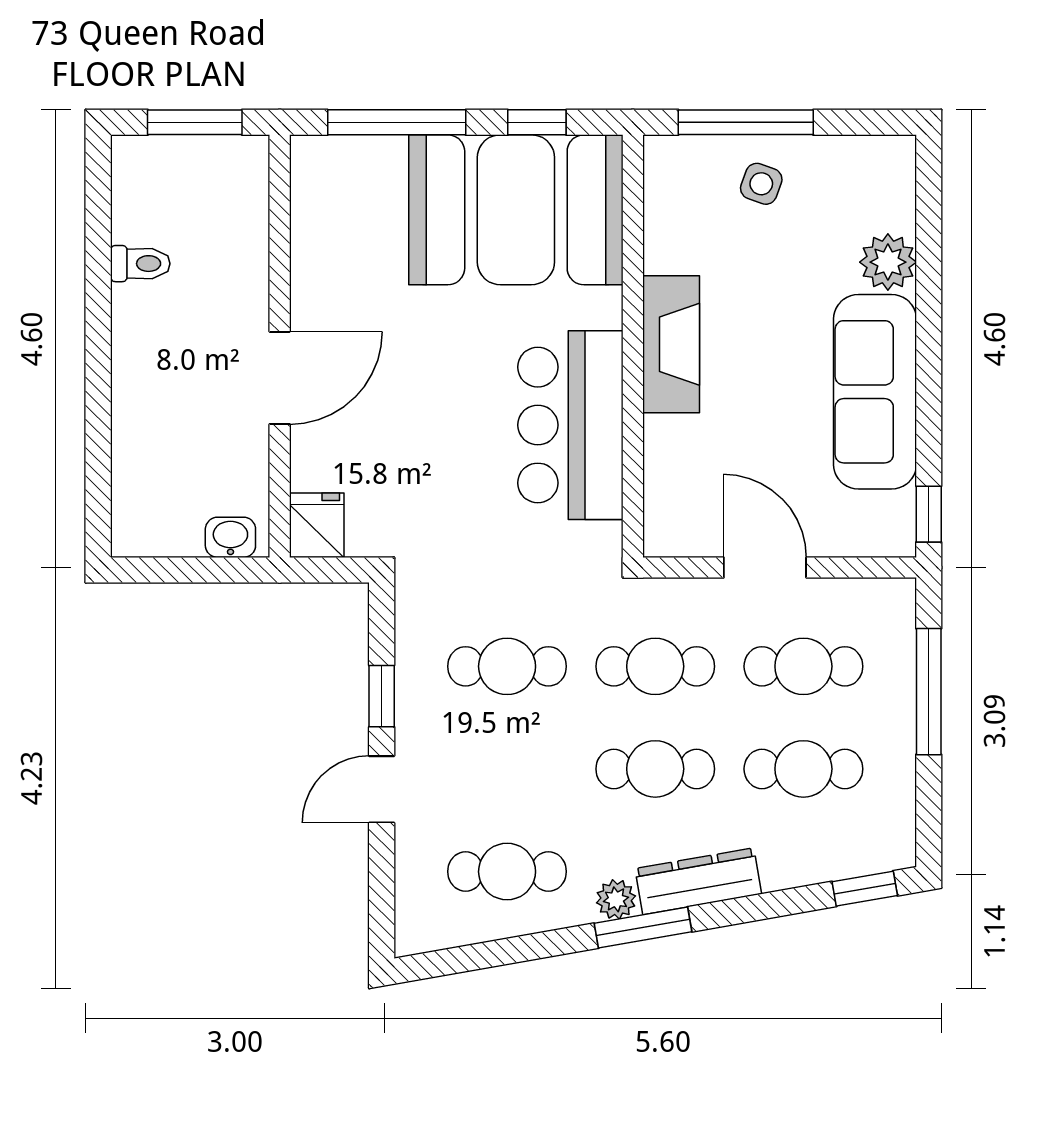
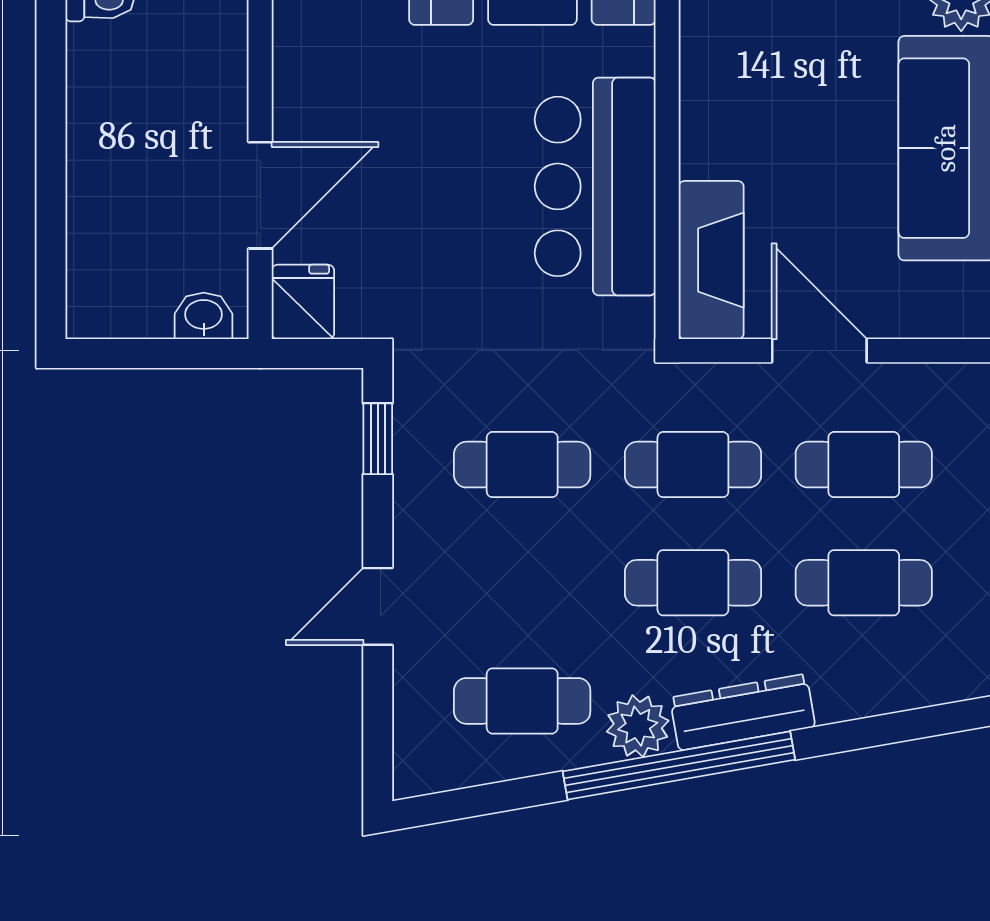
fireplace: (671, 344) -> (711, 260), moved
door: (280, 378) -> (260, 195), moved
window: (382, 696) -> (378, 439), moved
window: (865, 889) -> (934, 721), removed
plant: (616, 899) -> (638, 726), width x1.38, depth x1.38
window: (643, 928) -> (679, 766), width x2.11

